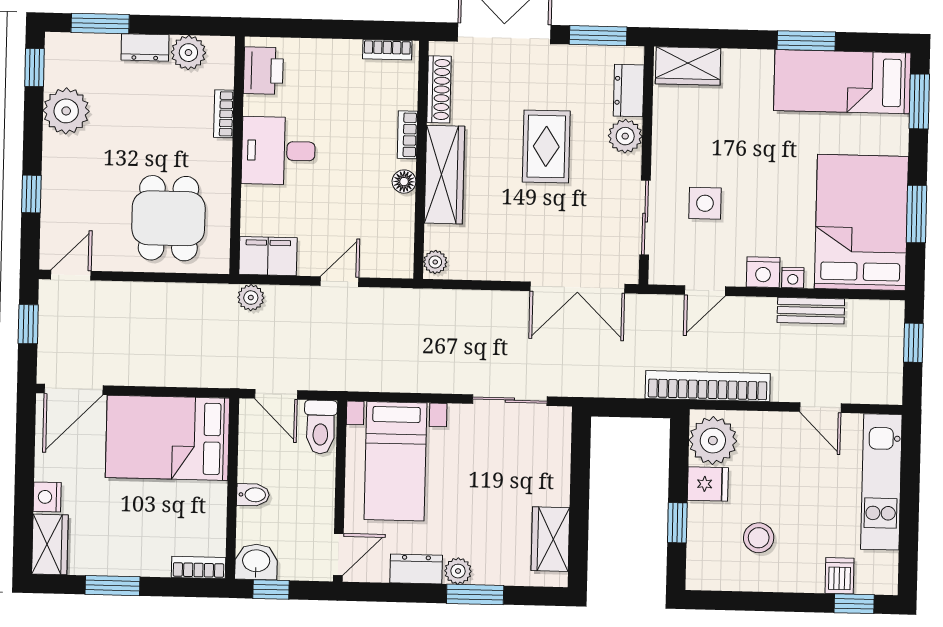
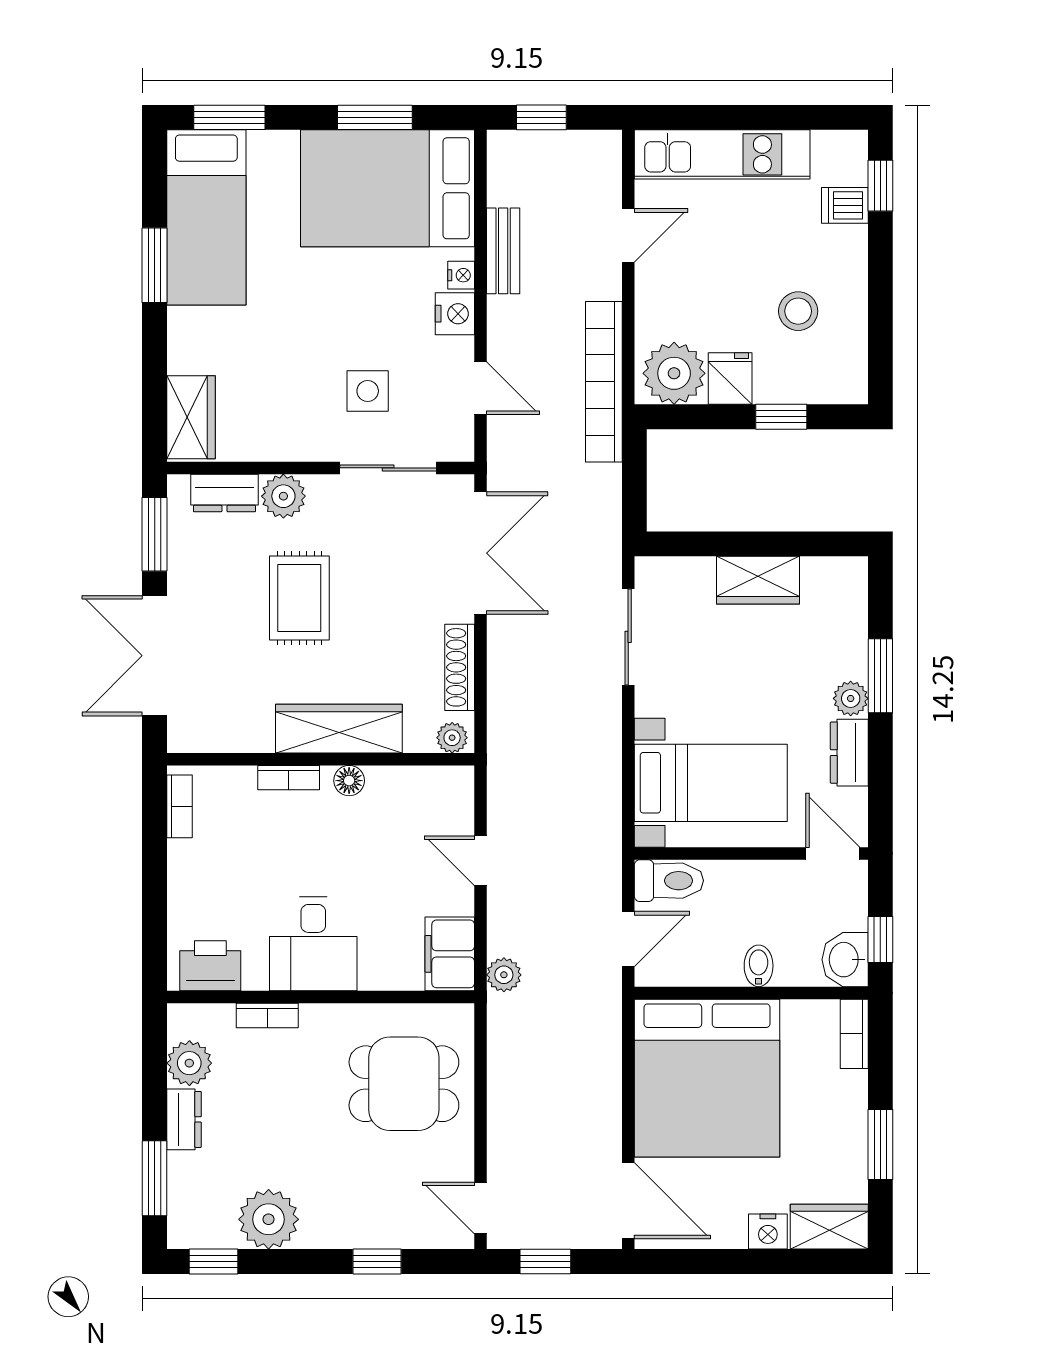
shoe rack: (439, 89) -> (460, 667), moved, turned -90
rug: (546, 146) -> (299, 598), turned 90
bed: (167, 438) -> (707, 1078), width x1.36
wardrobe: (550, 539) -> (758, 580), moved

